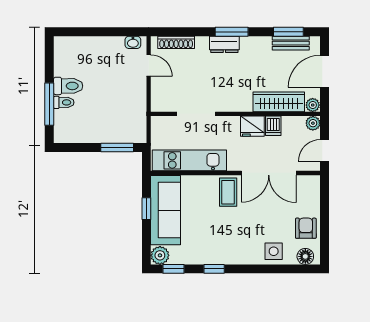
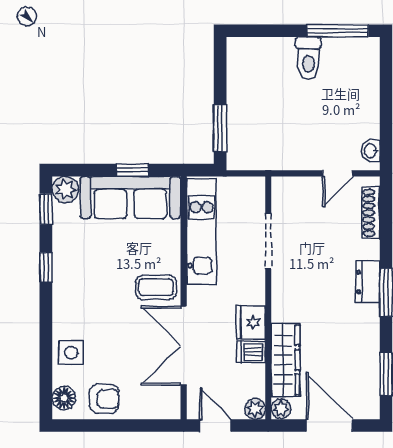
bench: (291, 43) -> (370, 377), removed
toilet: (64, 102) -> (285, 52), removed
window: (49, 104) -> (338, 31), moved

